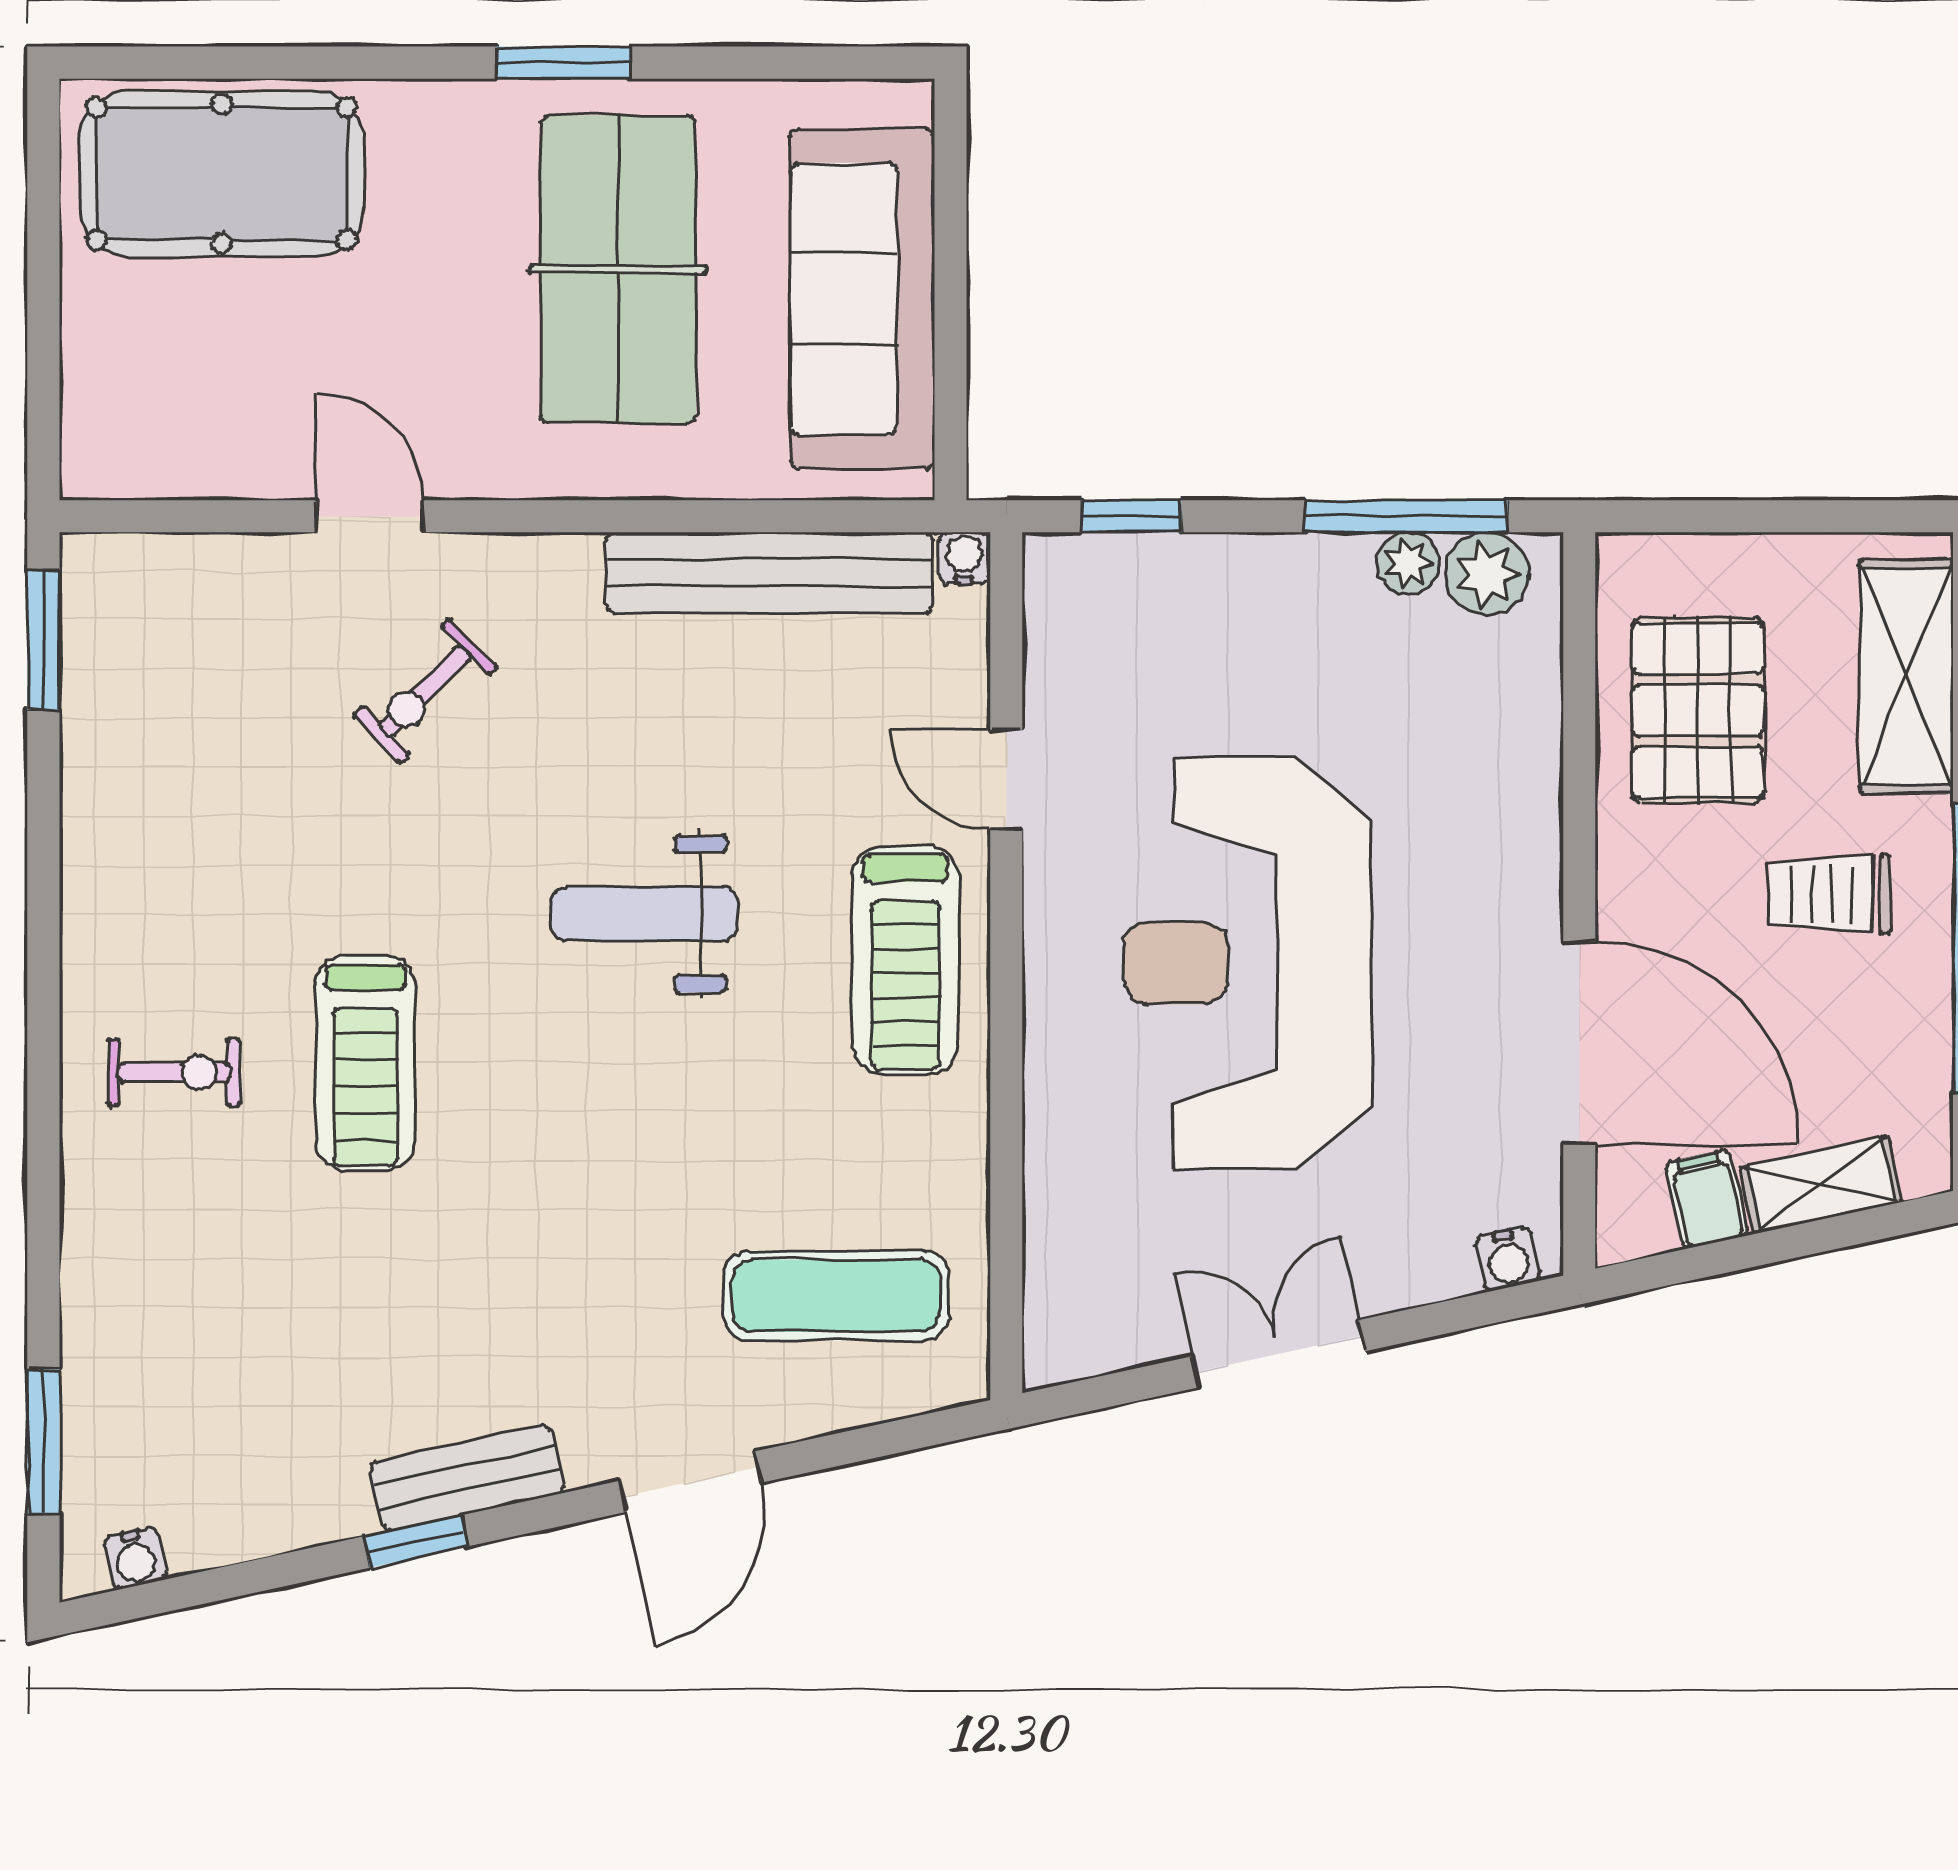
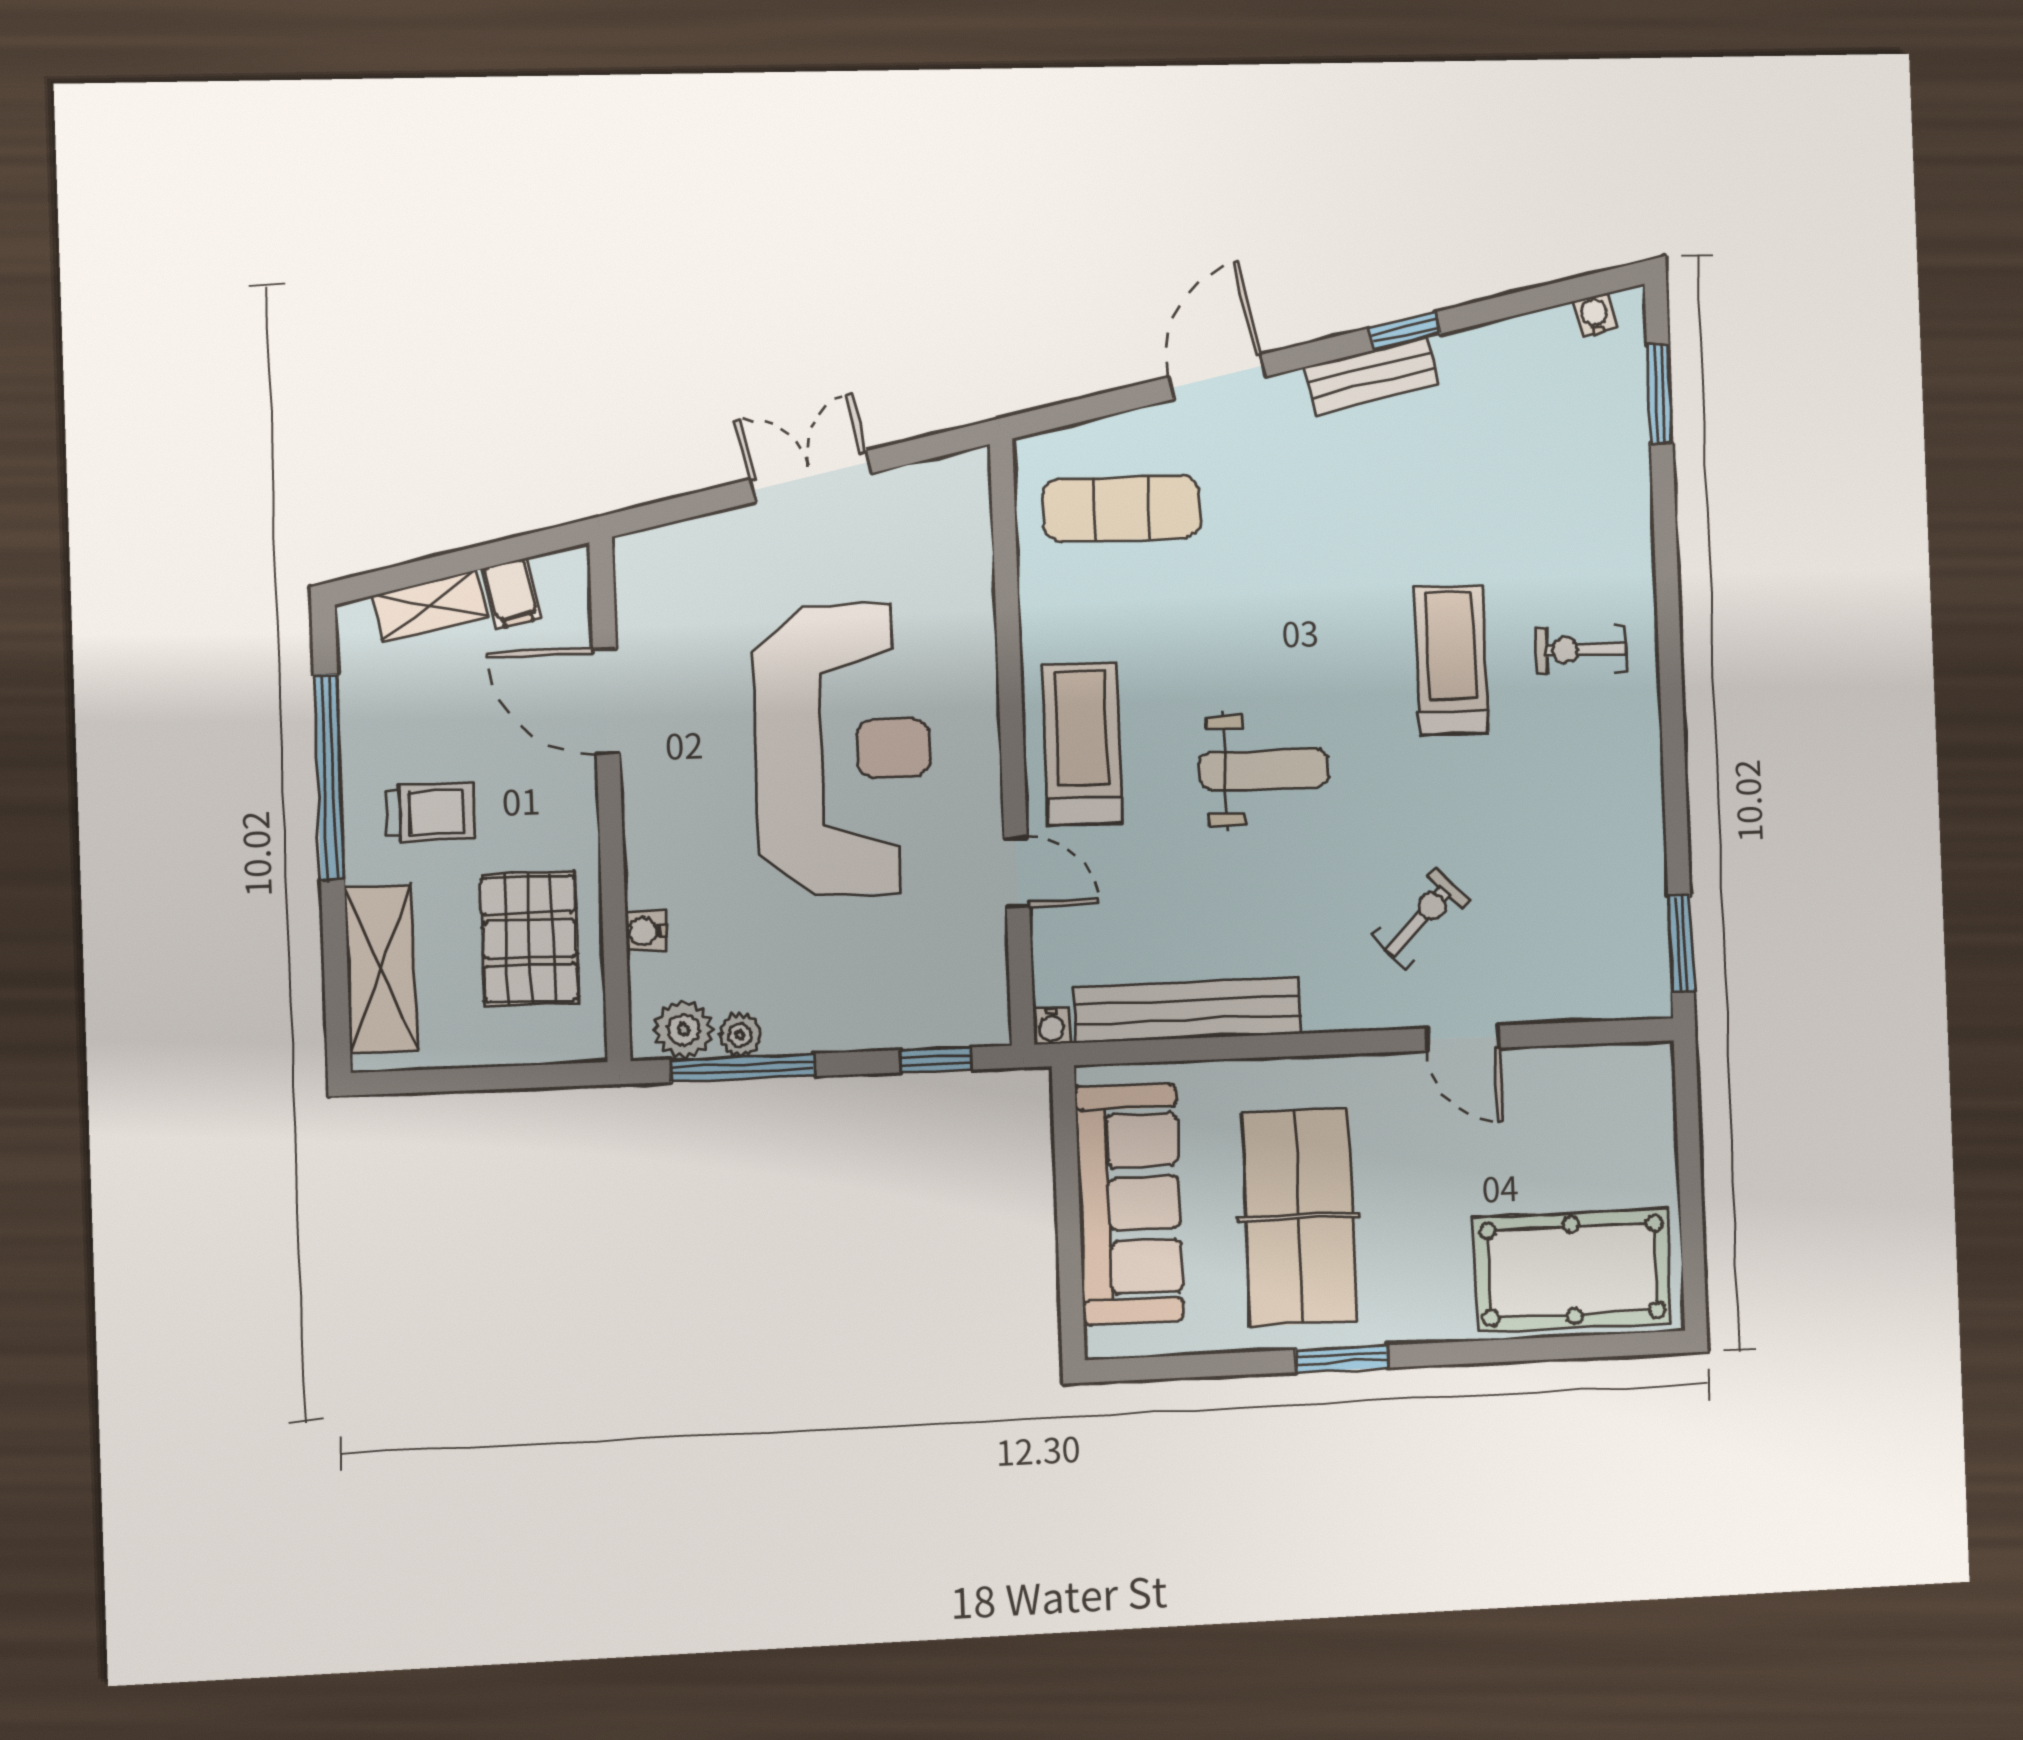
door: (1579, 1043) -> (606, 701), width x0.73
water cooler: (1508, 1259) -> (646, 931), moved, turned -78
double door: (1279, 1354) -> (811, 476), swing flipped

